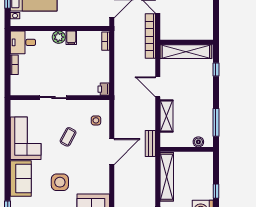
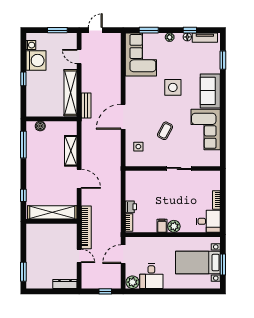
printer: (104, 89) -> (131, 207), moved
bench: (150, 144) -> (86, 105), moved

